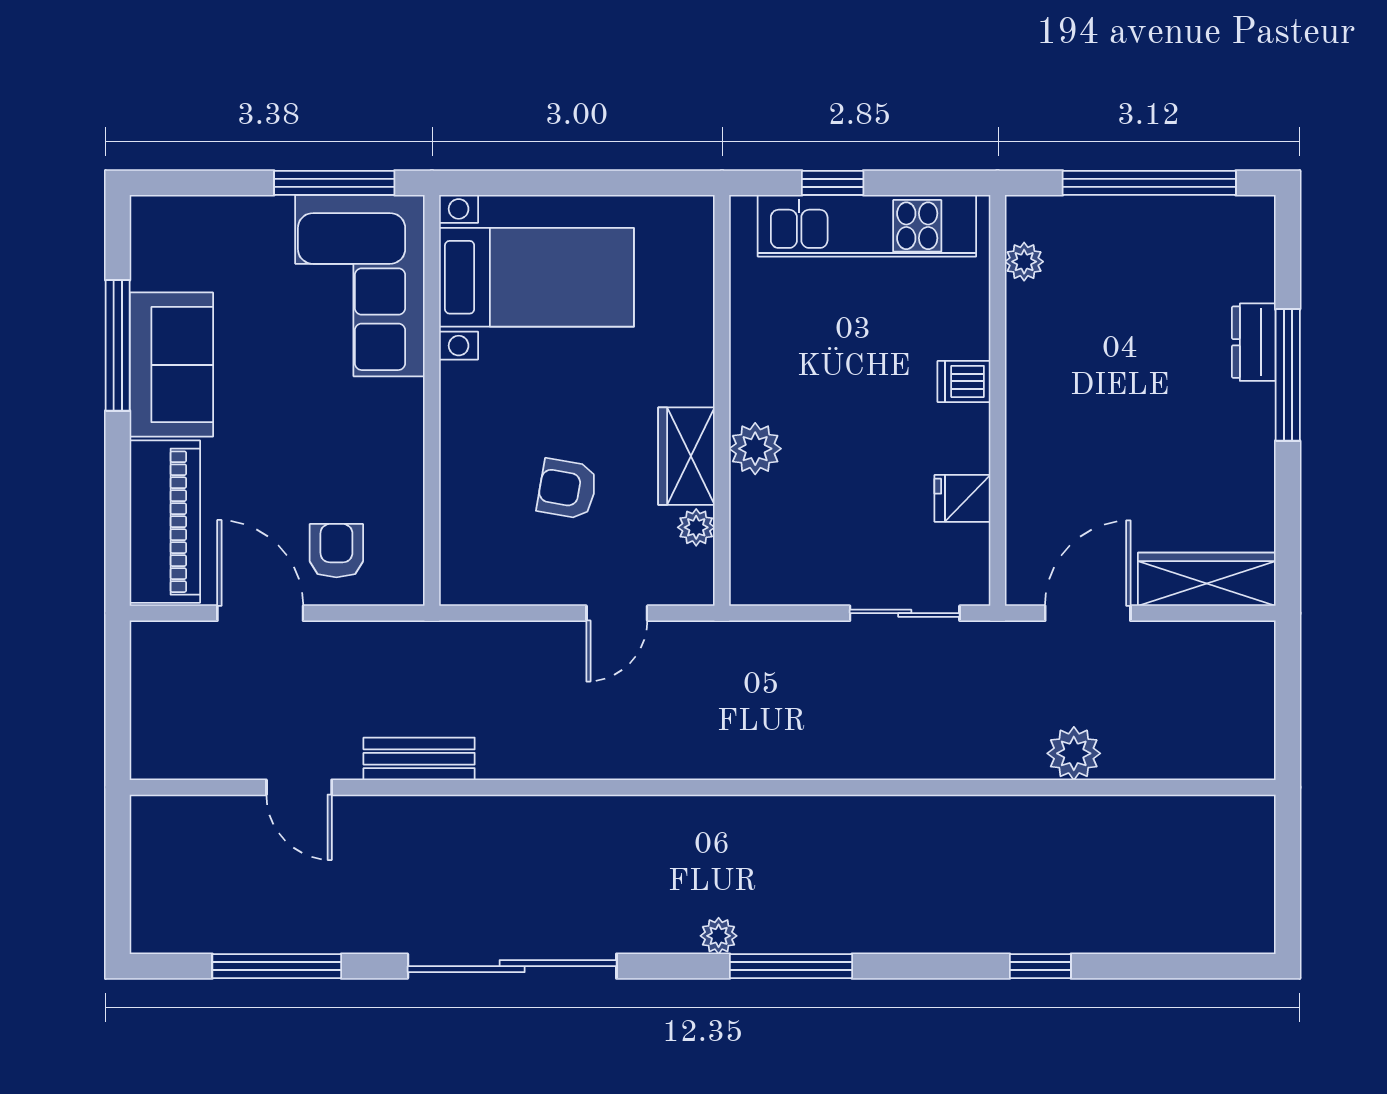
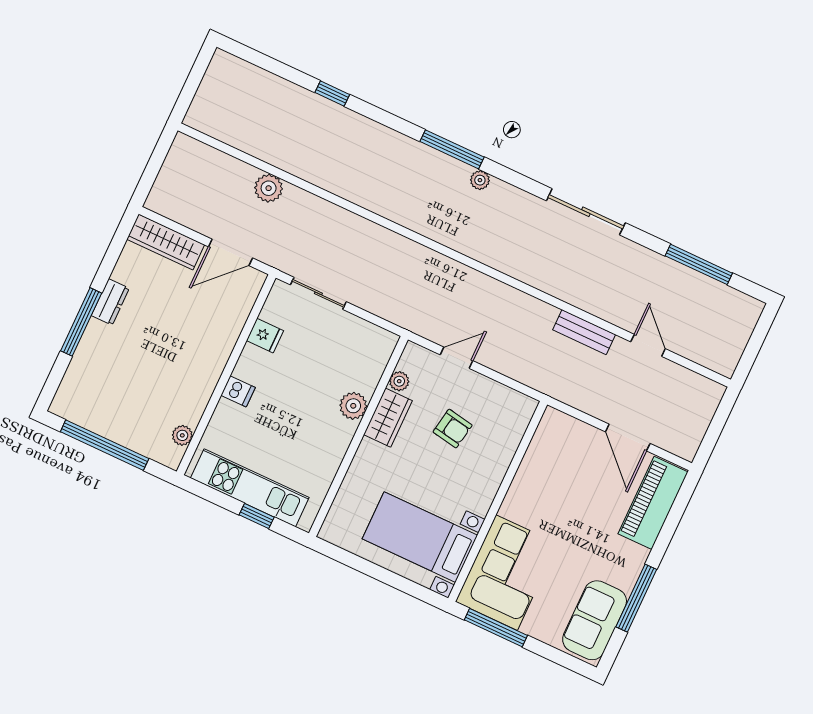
dresser: (1254, 342) -> (110, 302), moved
sofa: (171, 365) -> (595, 620), moved
armchair: (336, 551) -> (577, 451), removed
sliding door: (512, 966) -> (586, 212), width x0.73

